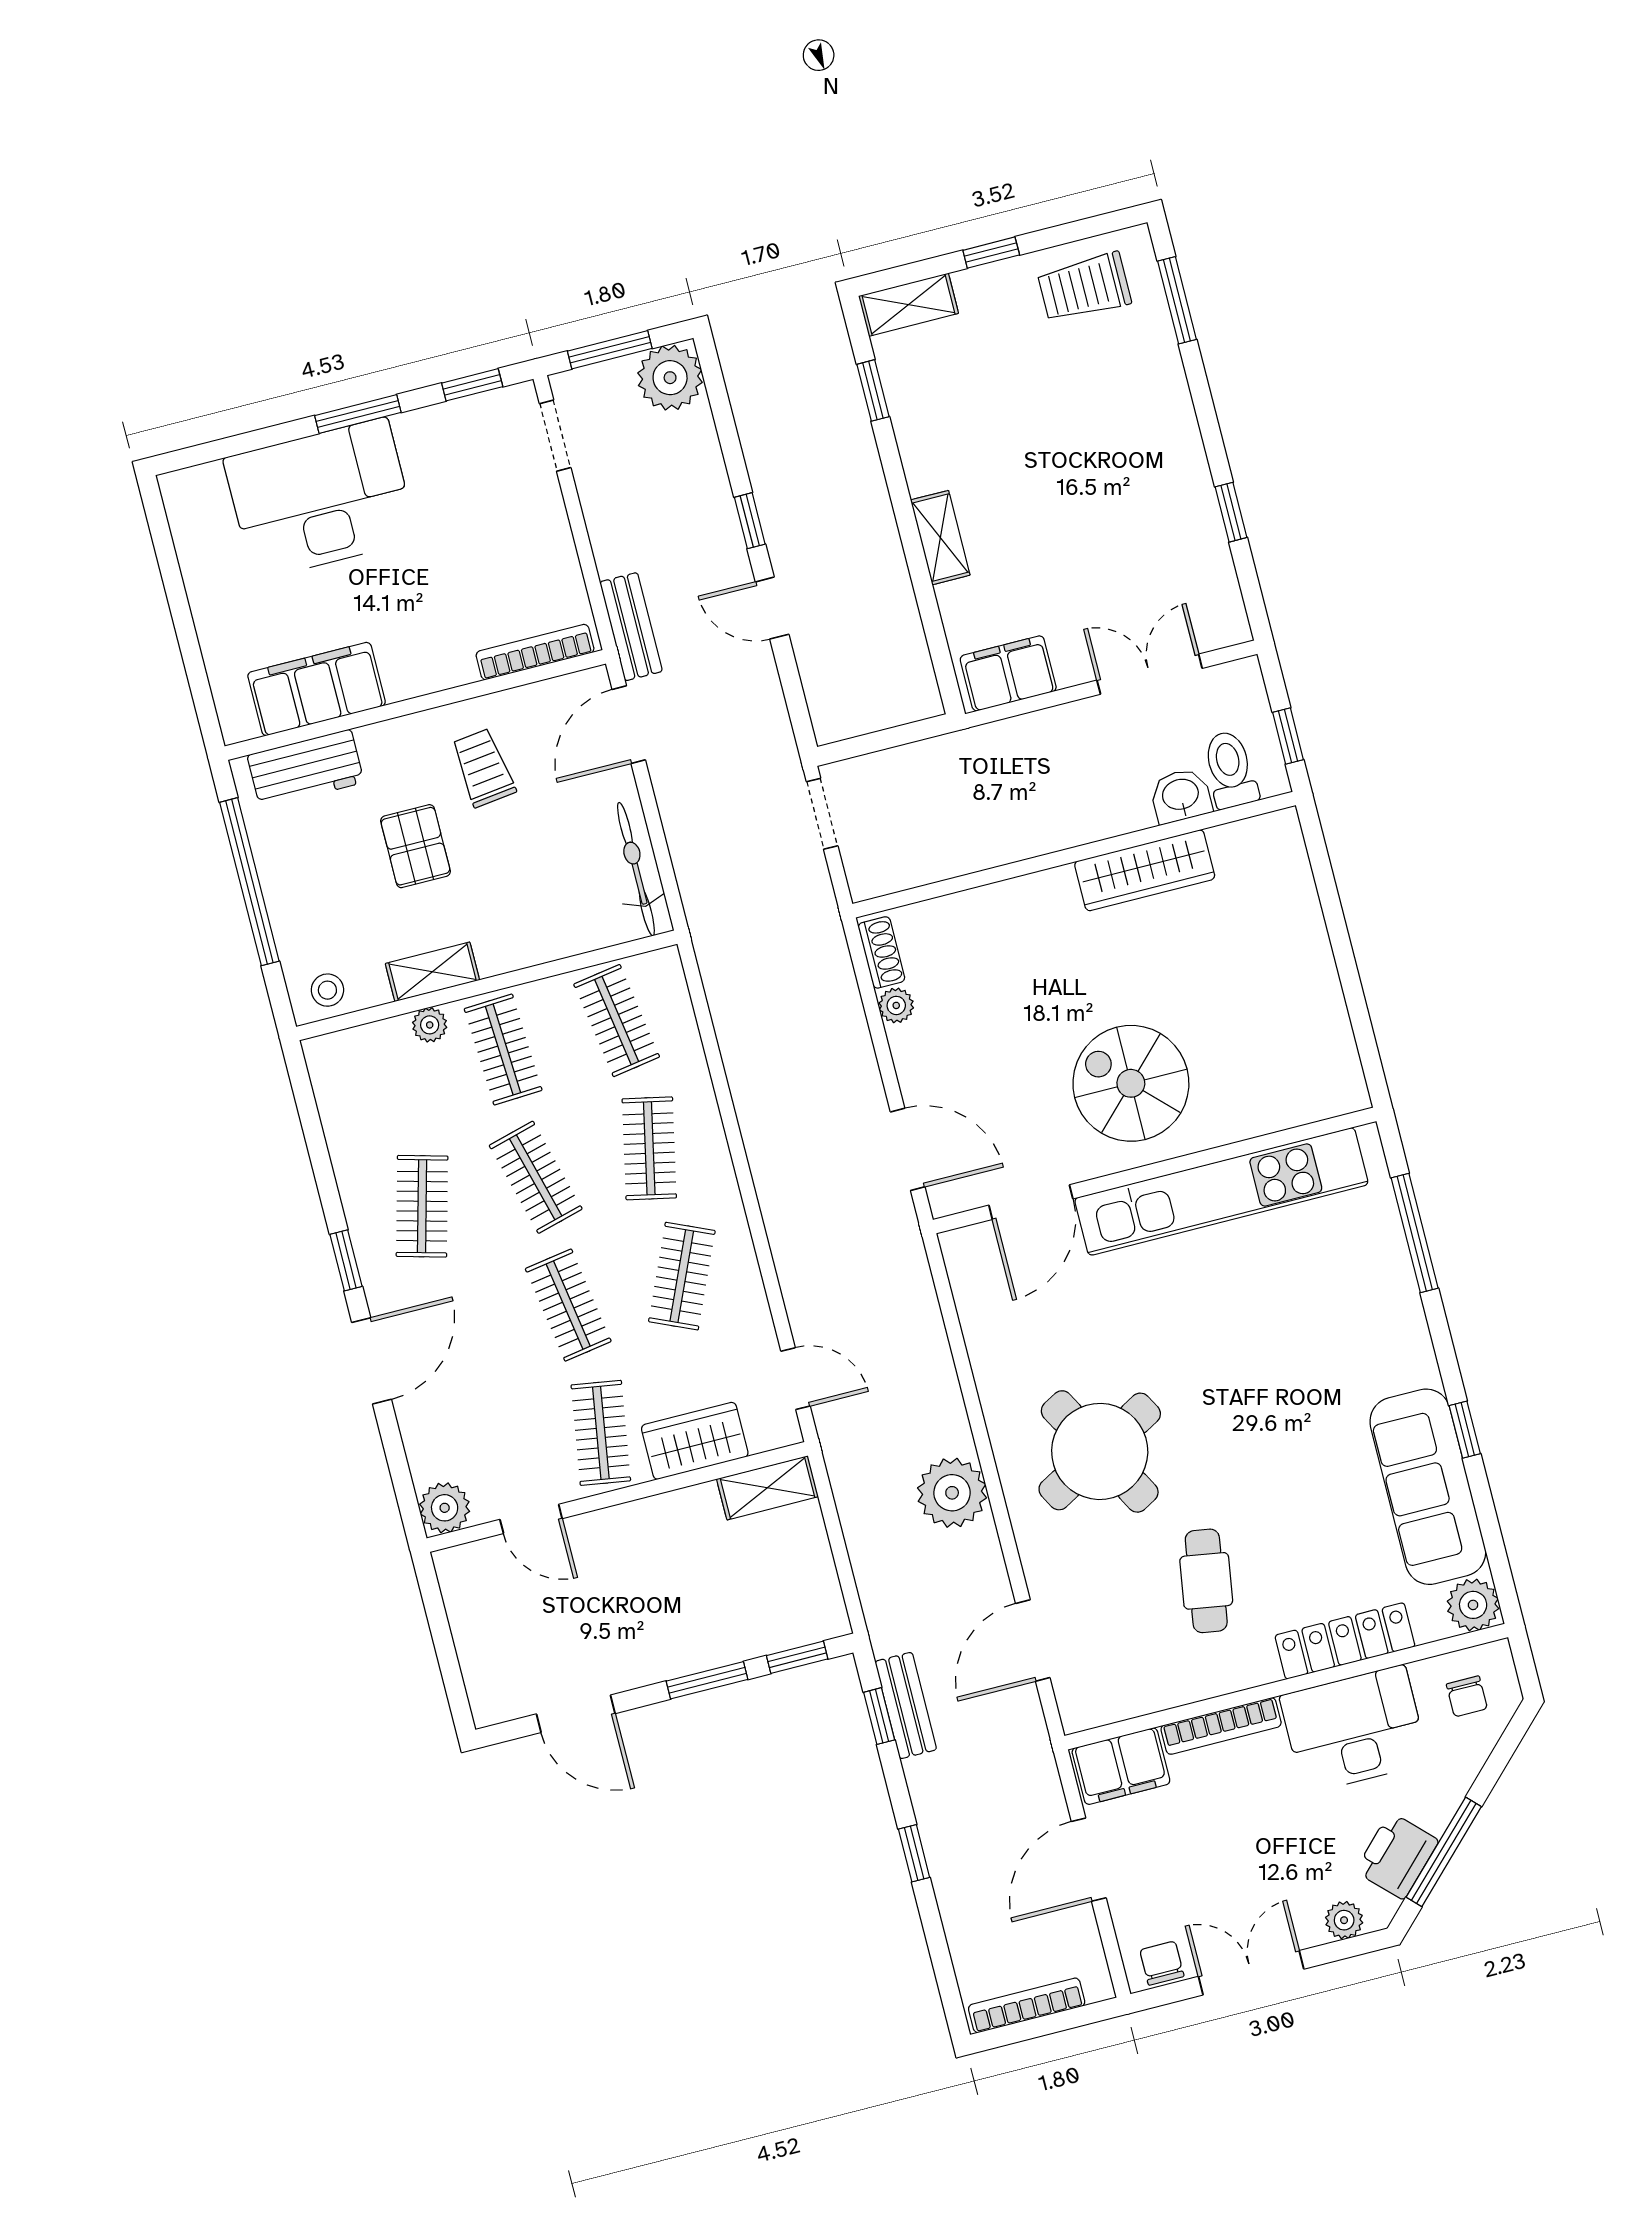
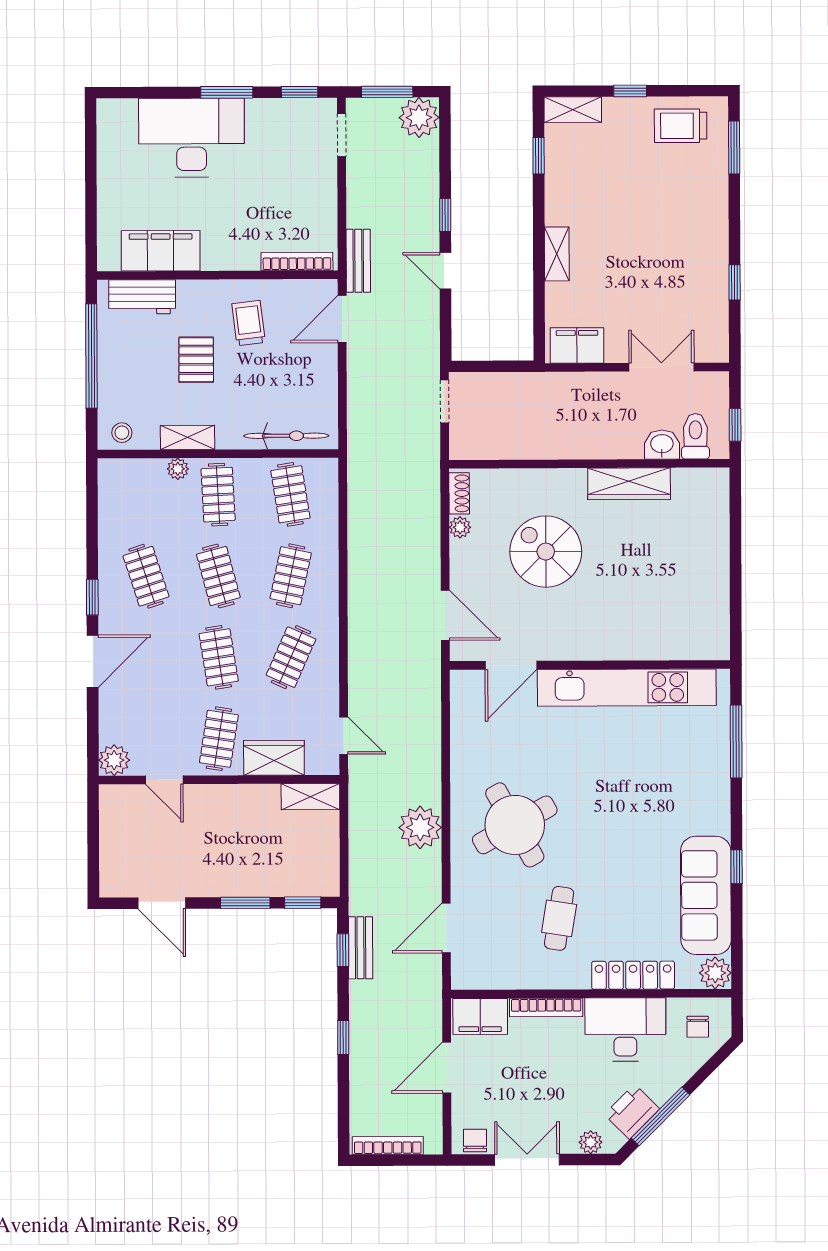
bicycle: (636, 869) -> (286, 436), moved, turned 90
spiral stairs: (1131, 1083) -> (546, 552), moved
clothes rail: (422, 1206) -> (146, 576), turned -33

